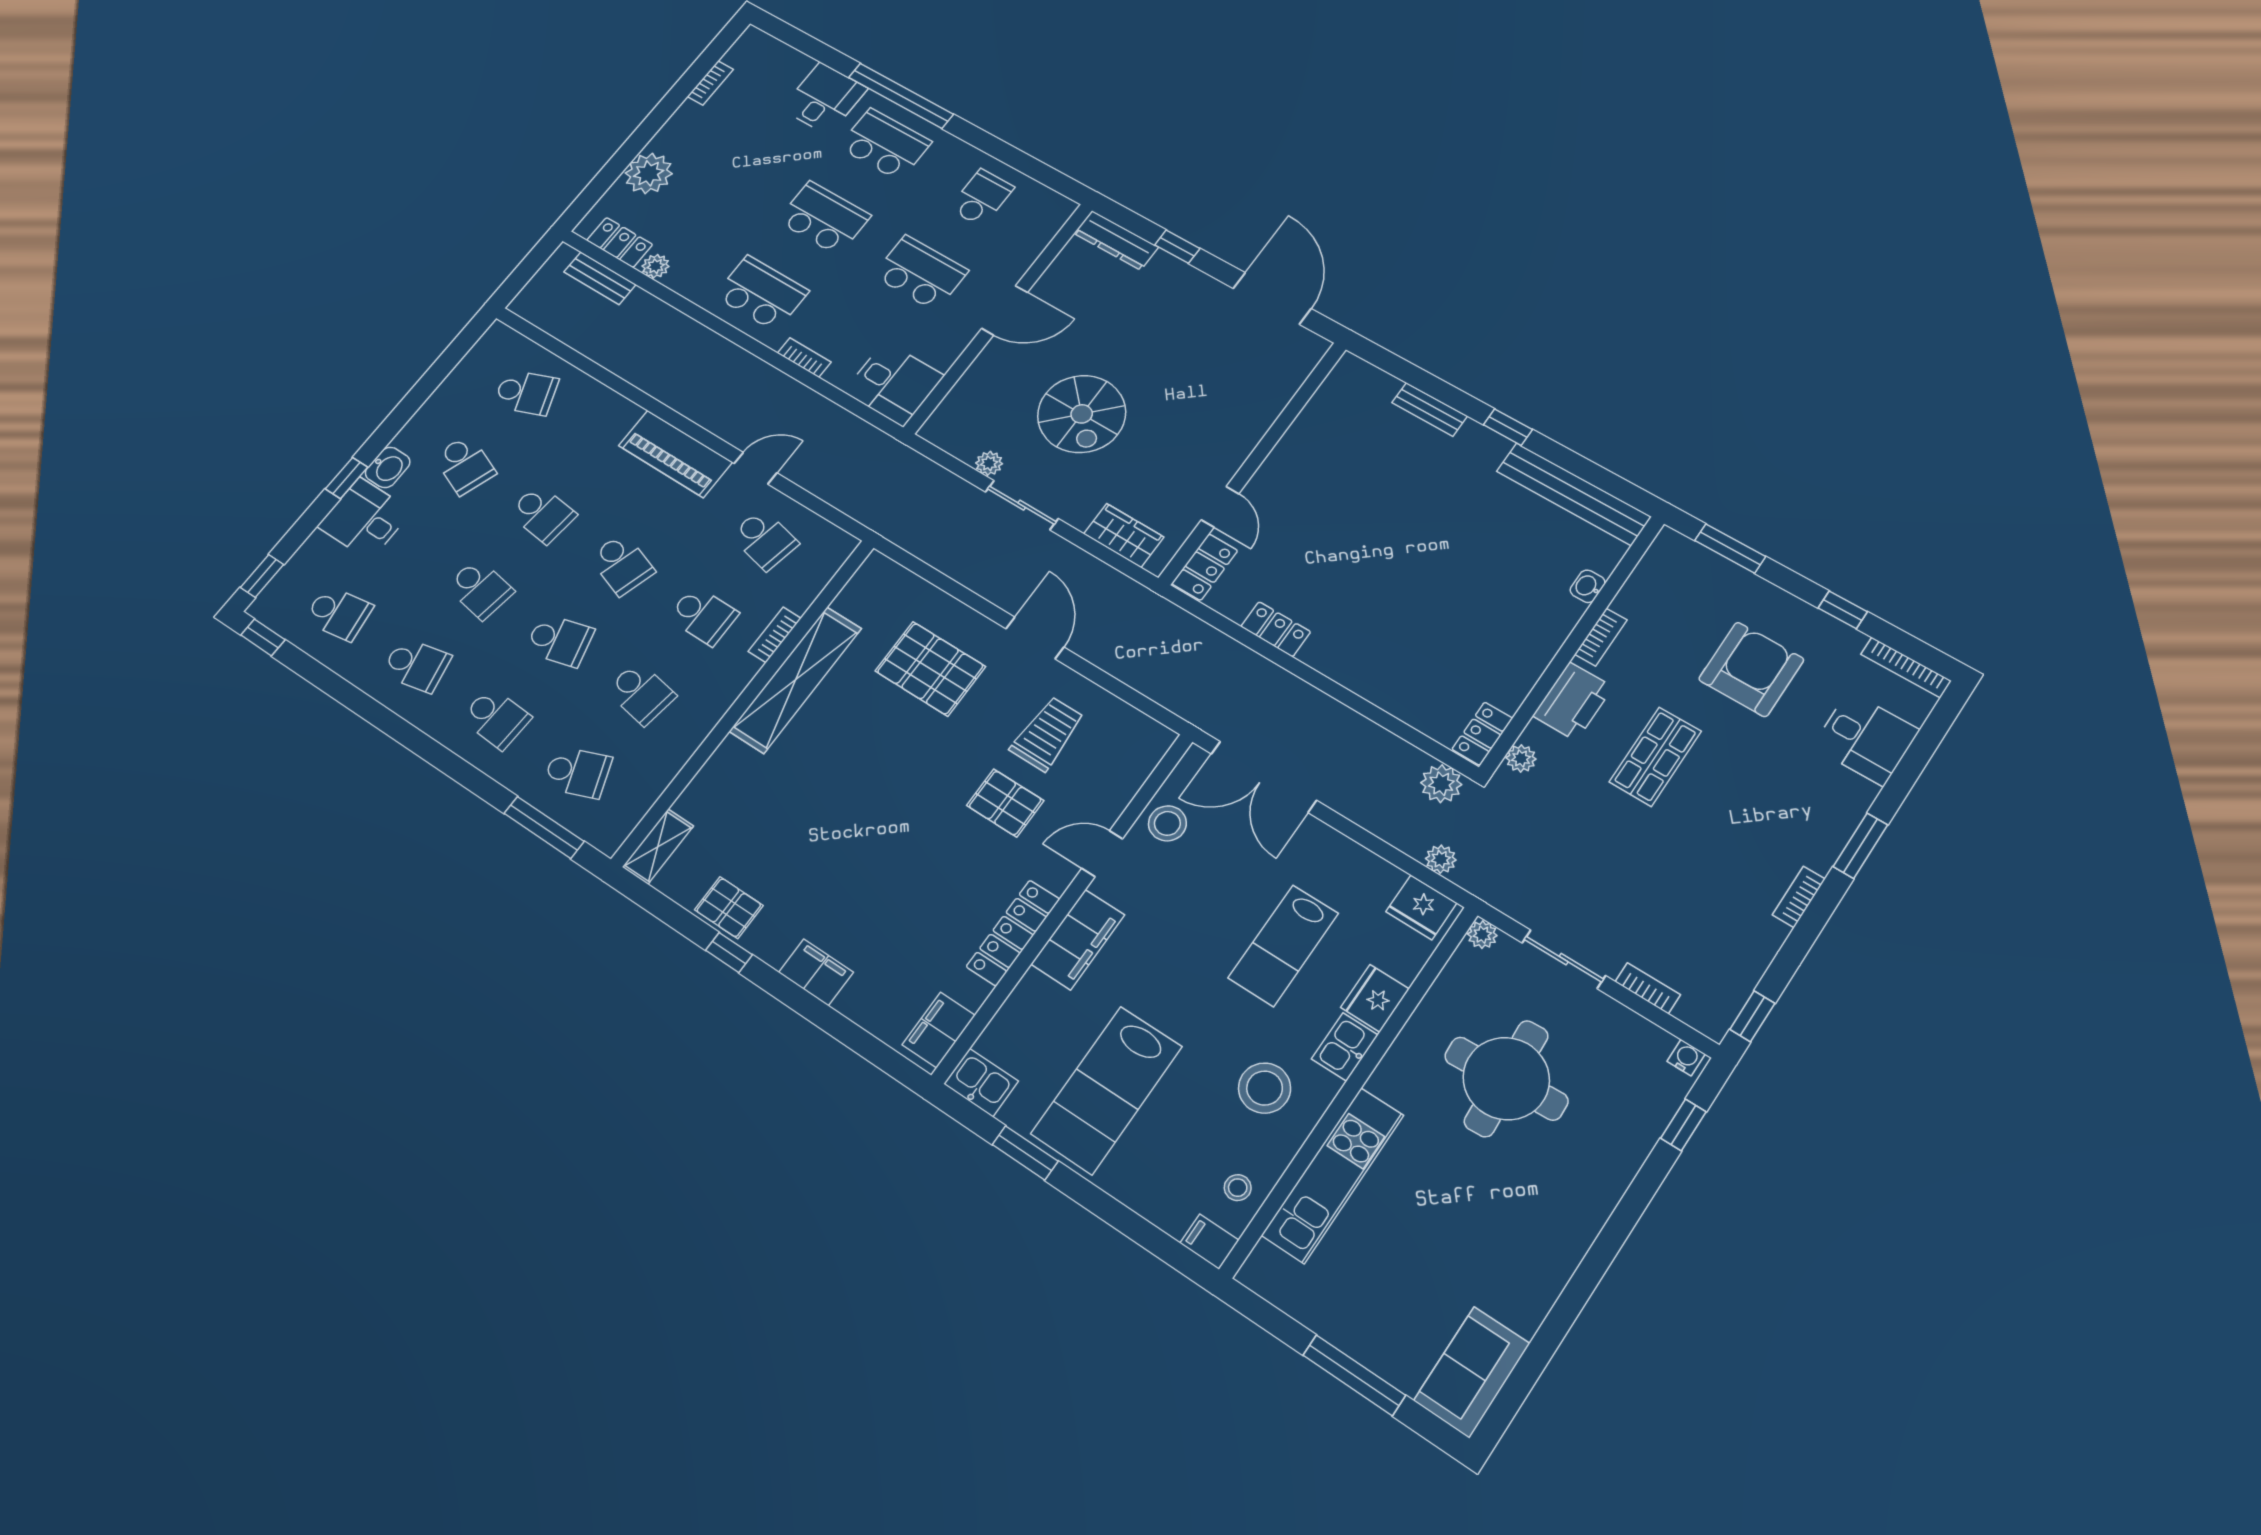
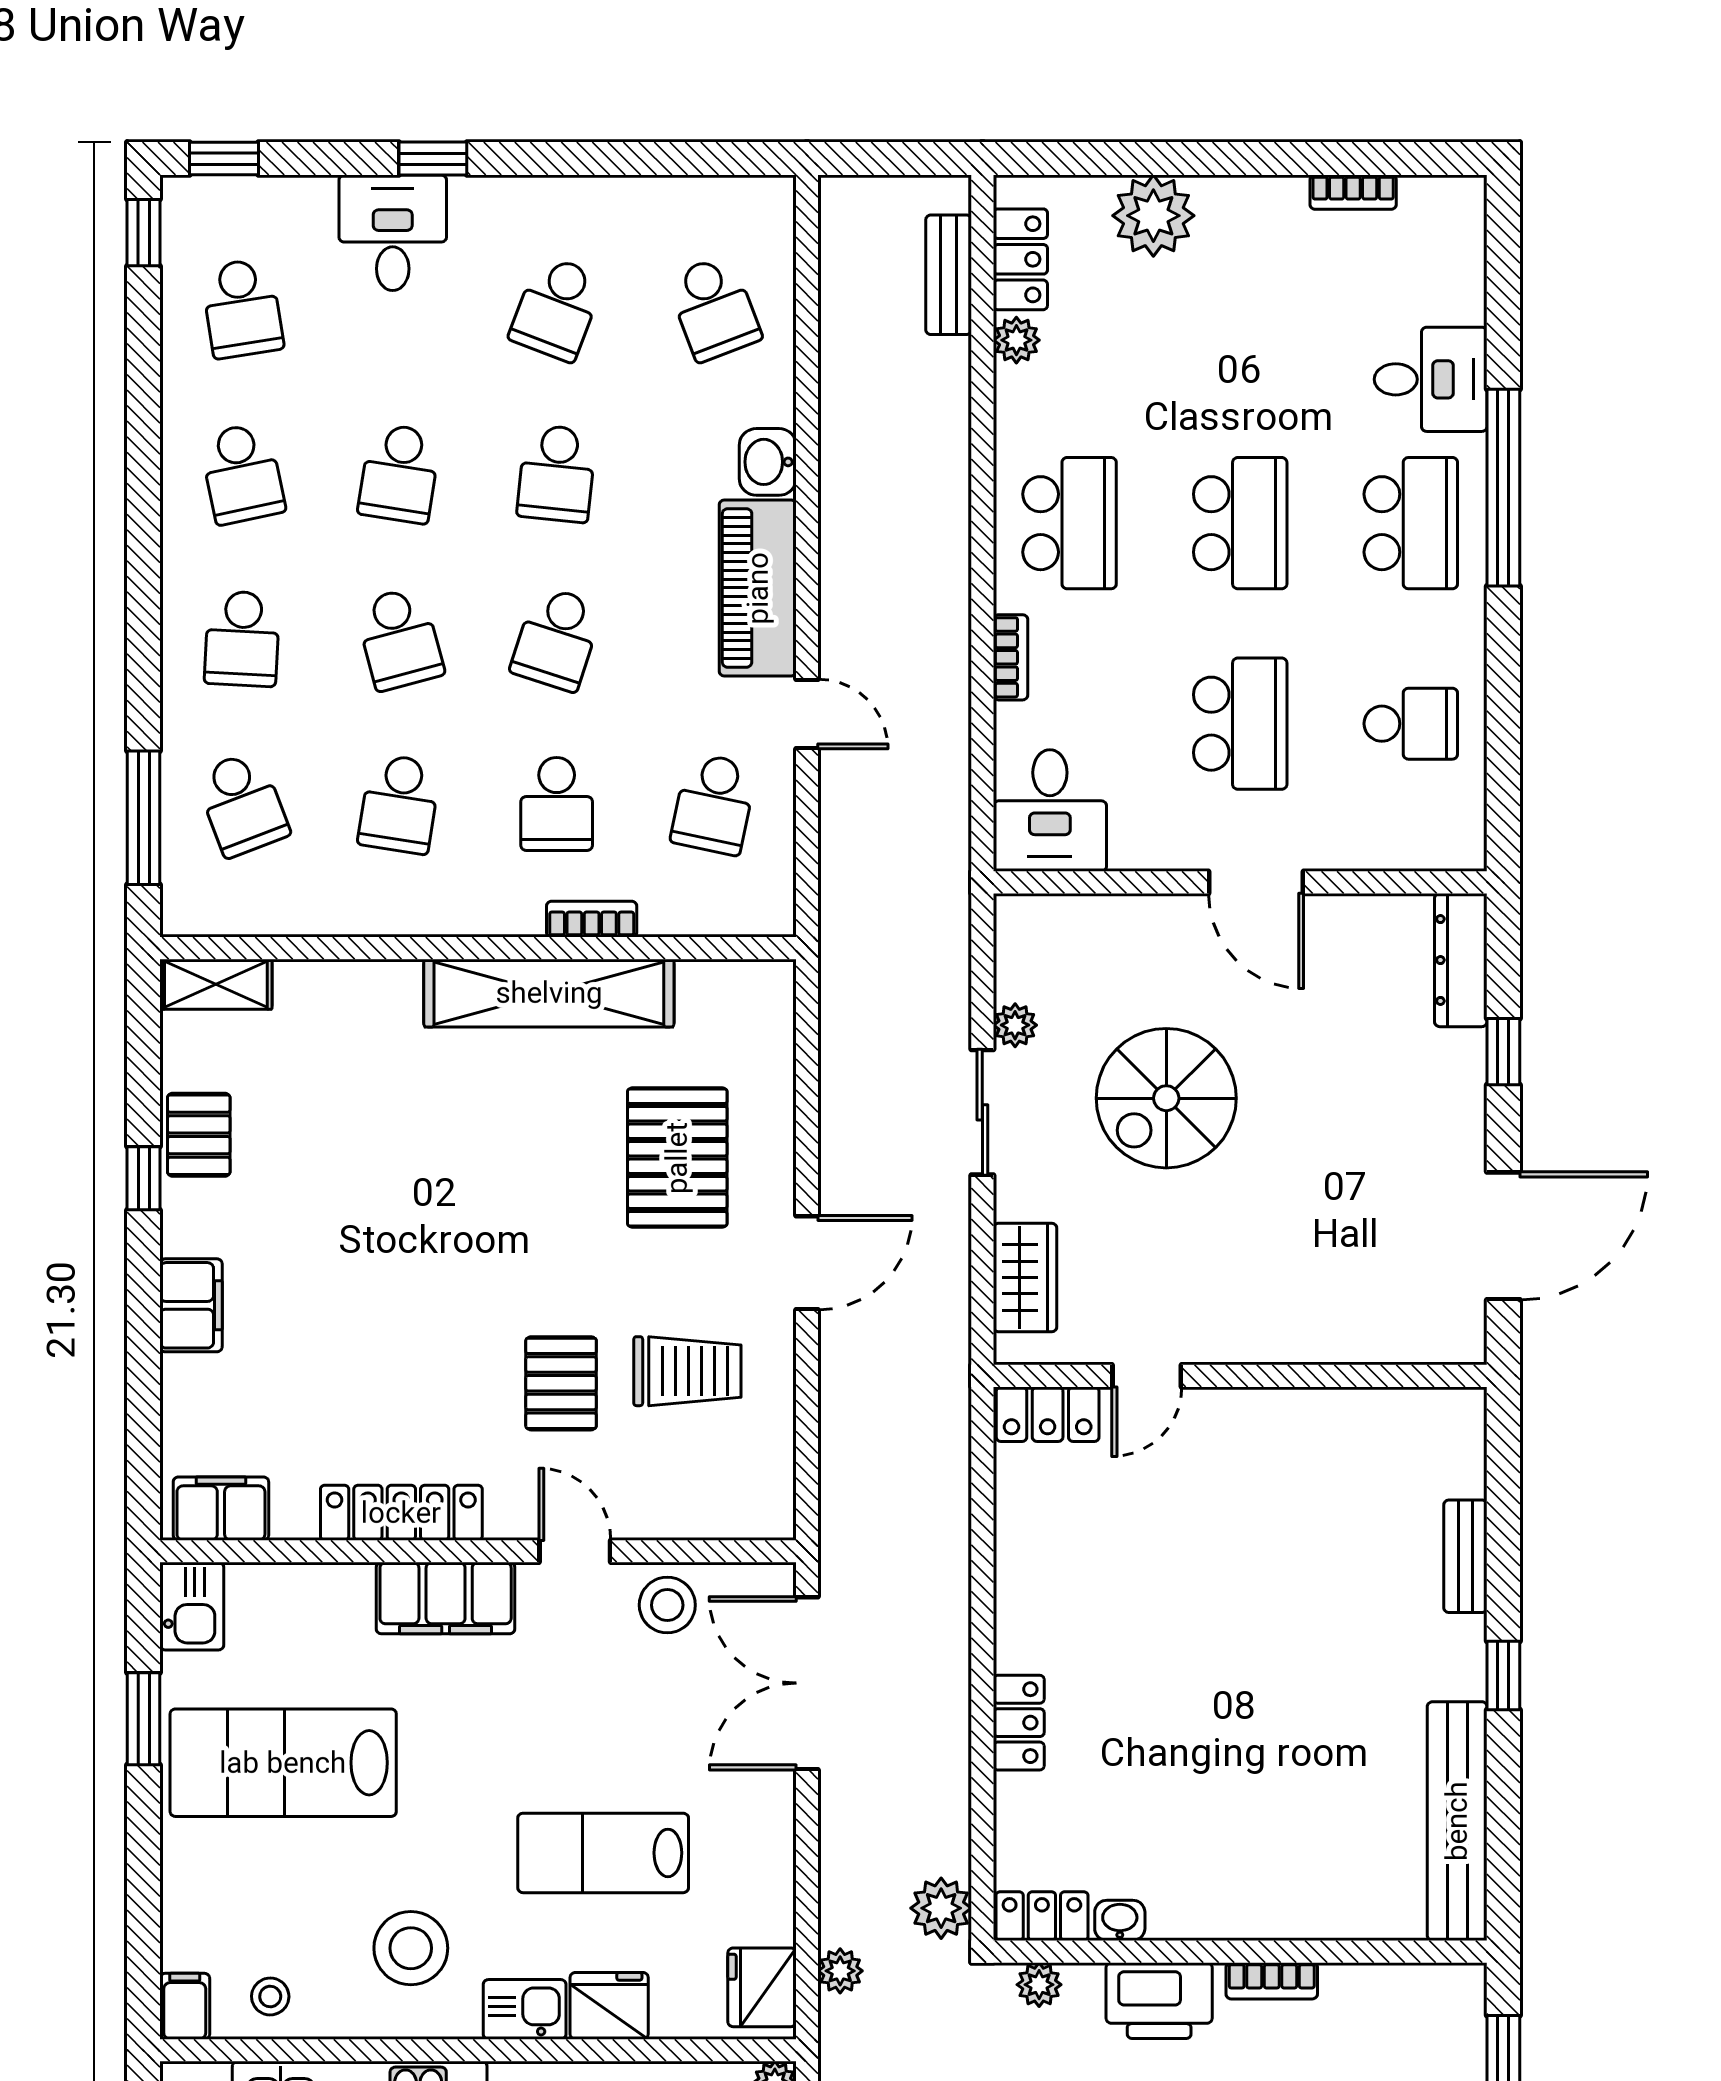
washbasin: (388, 467) -> (768, 462), moved, turned 90
washbasin: (1588, 586) -> (1120, 1920), moved
locker: (1276, 629) -> (1019, 1723), moved

